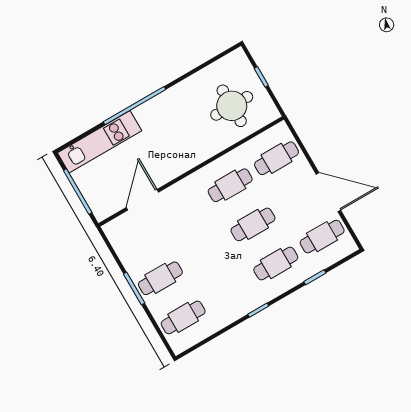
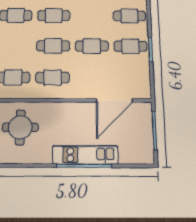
kitchen unit: (100, 142) -> (85, 155), moved
door: (142, 200) -> (114, 101), width x1.36
cafe table: (207, 251) -> (92, 46), added

